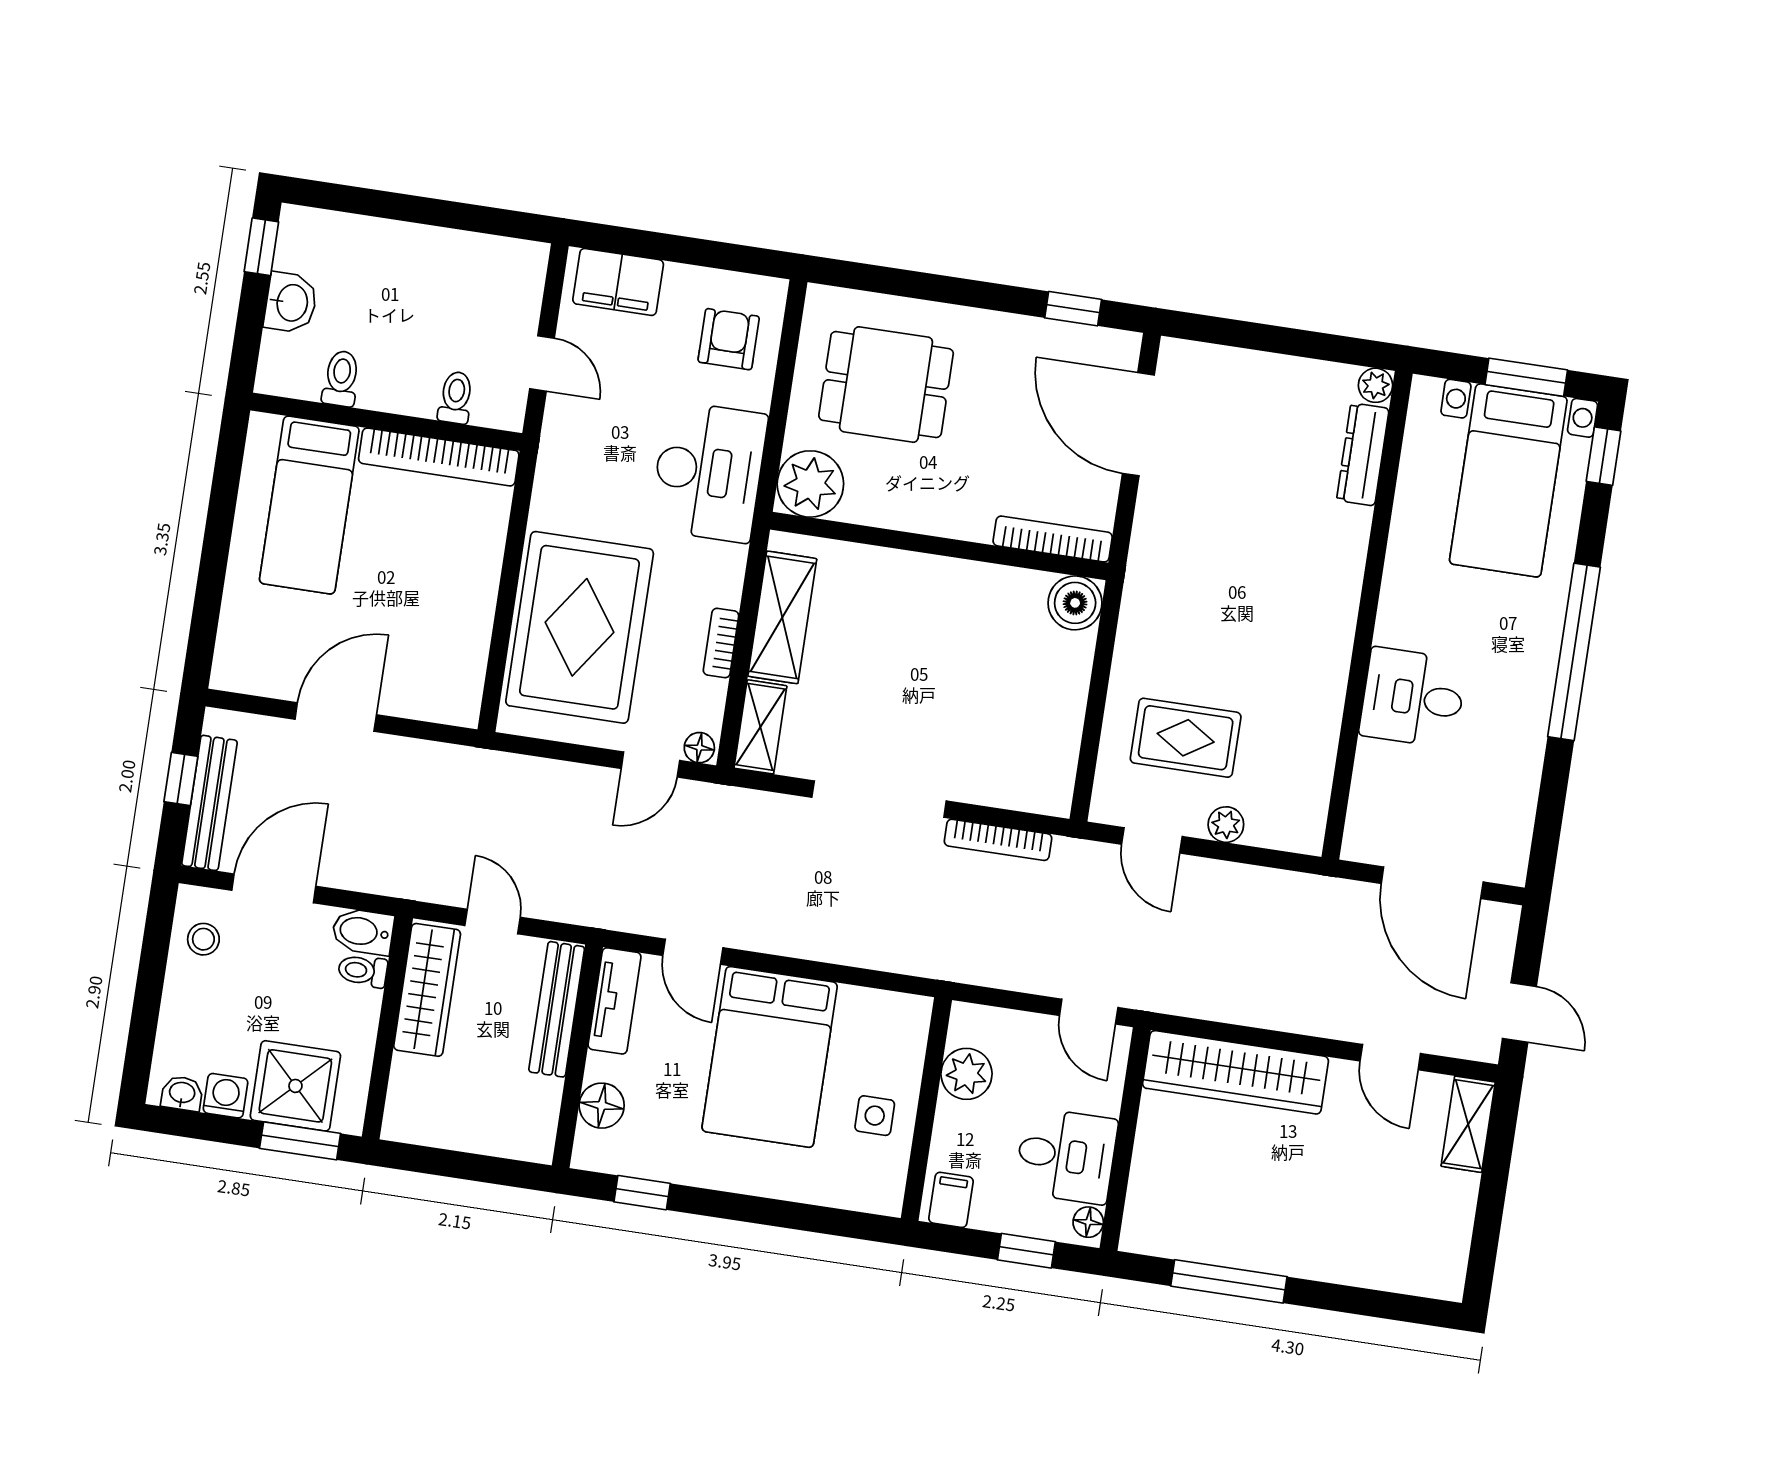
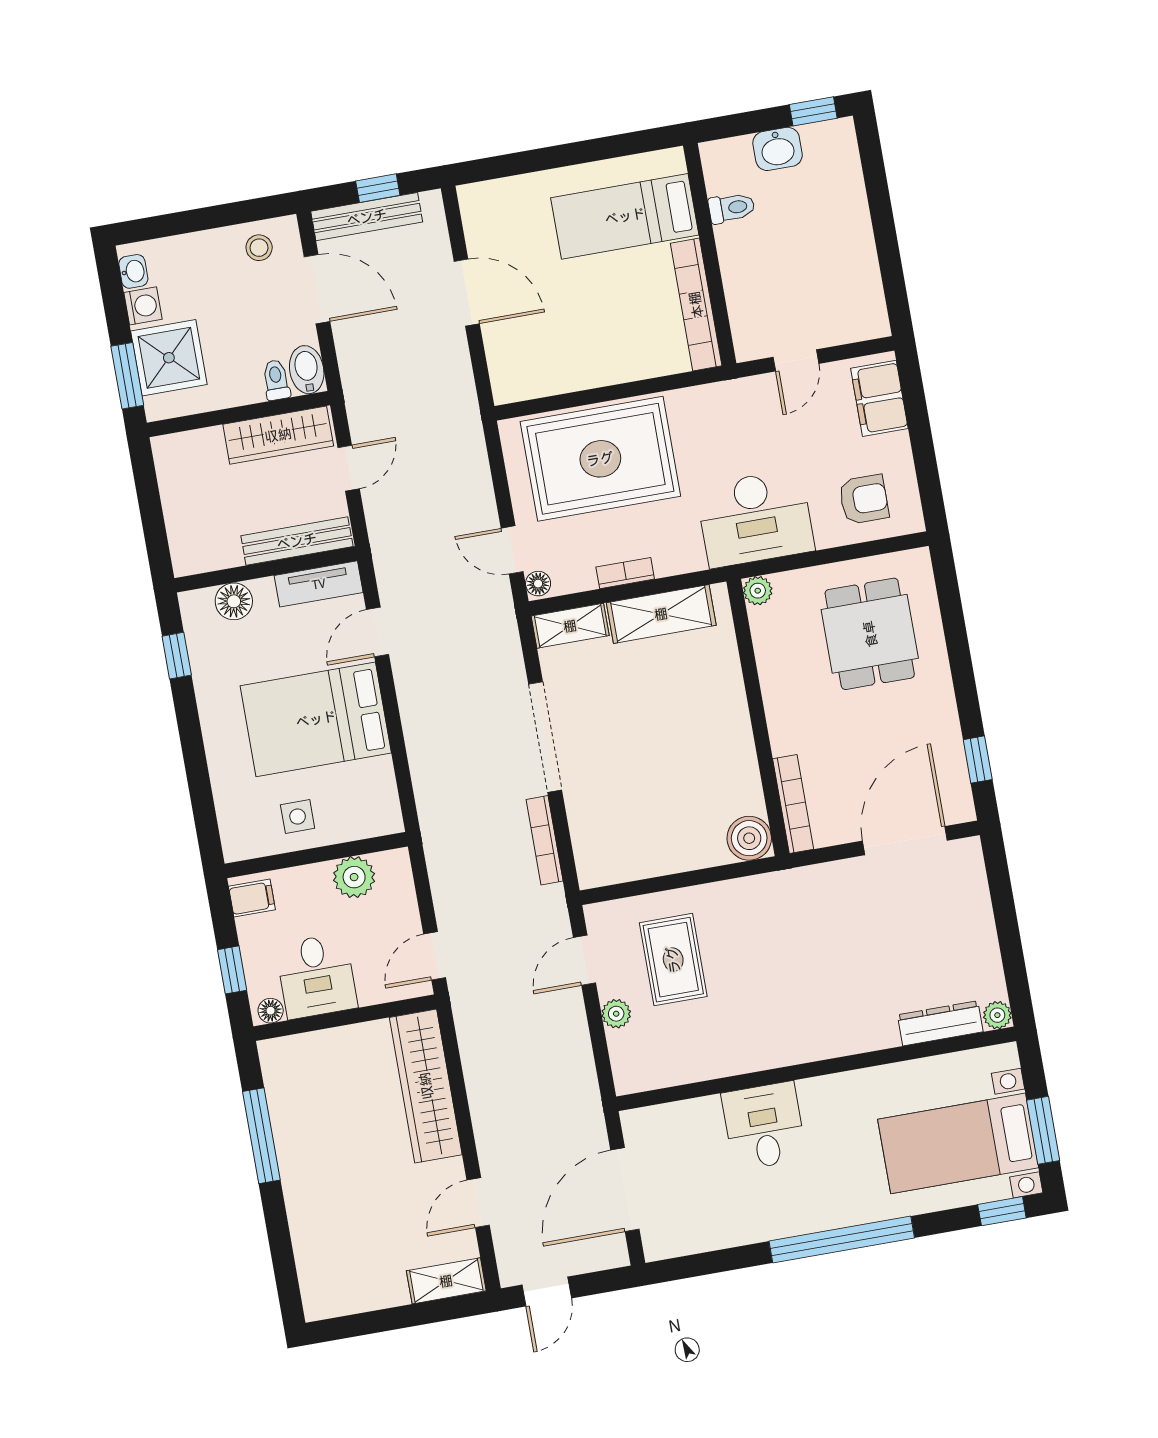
toilet: (456, 398) -> (747, 302), removed
plant: (810, 484) -> (758, 591), width x0.53, depth x0.53

